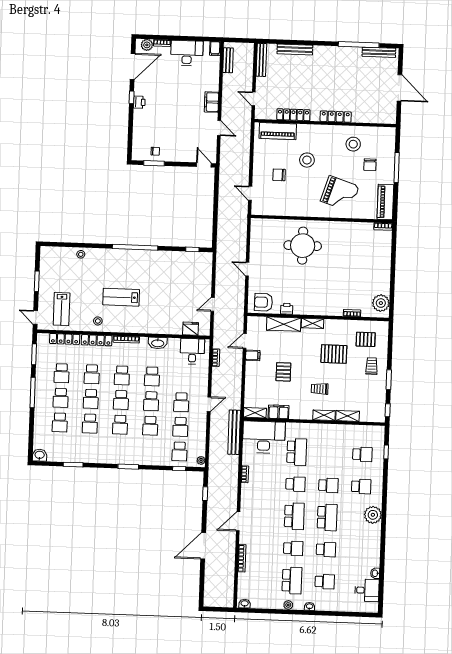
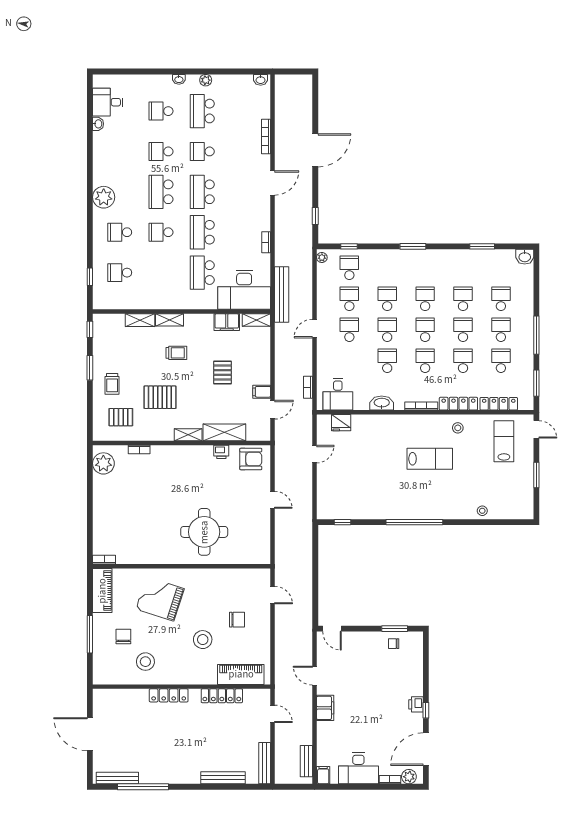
school desk: (295, 484) -> (202, 232), width x1.85

